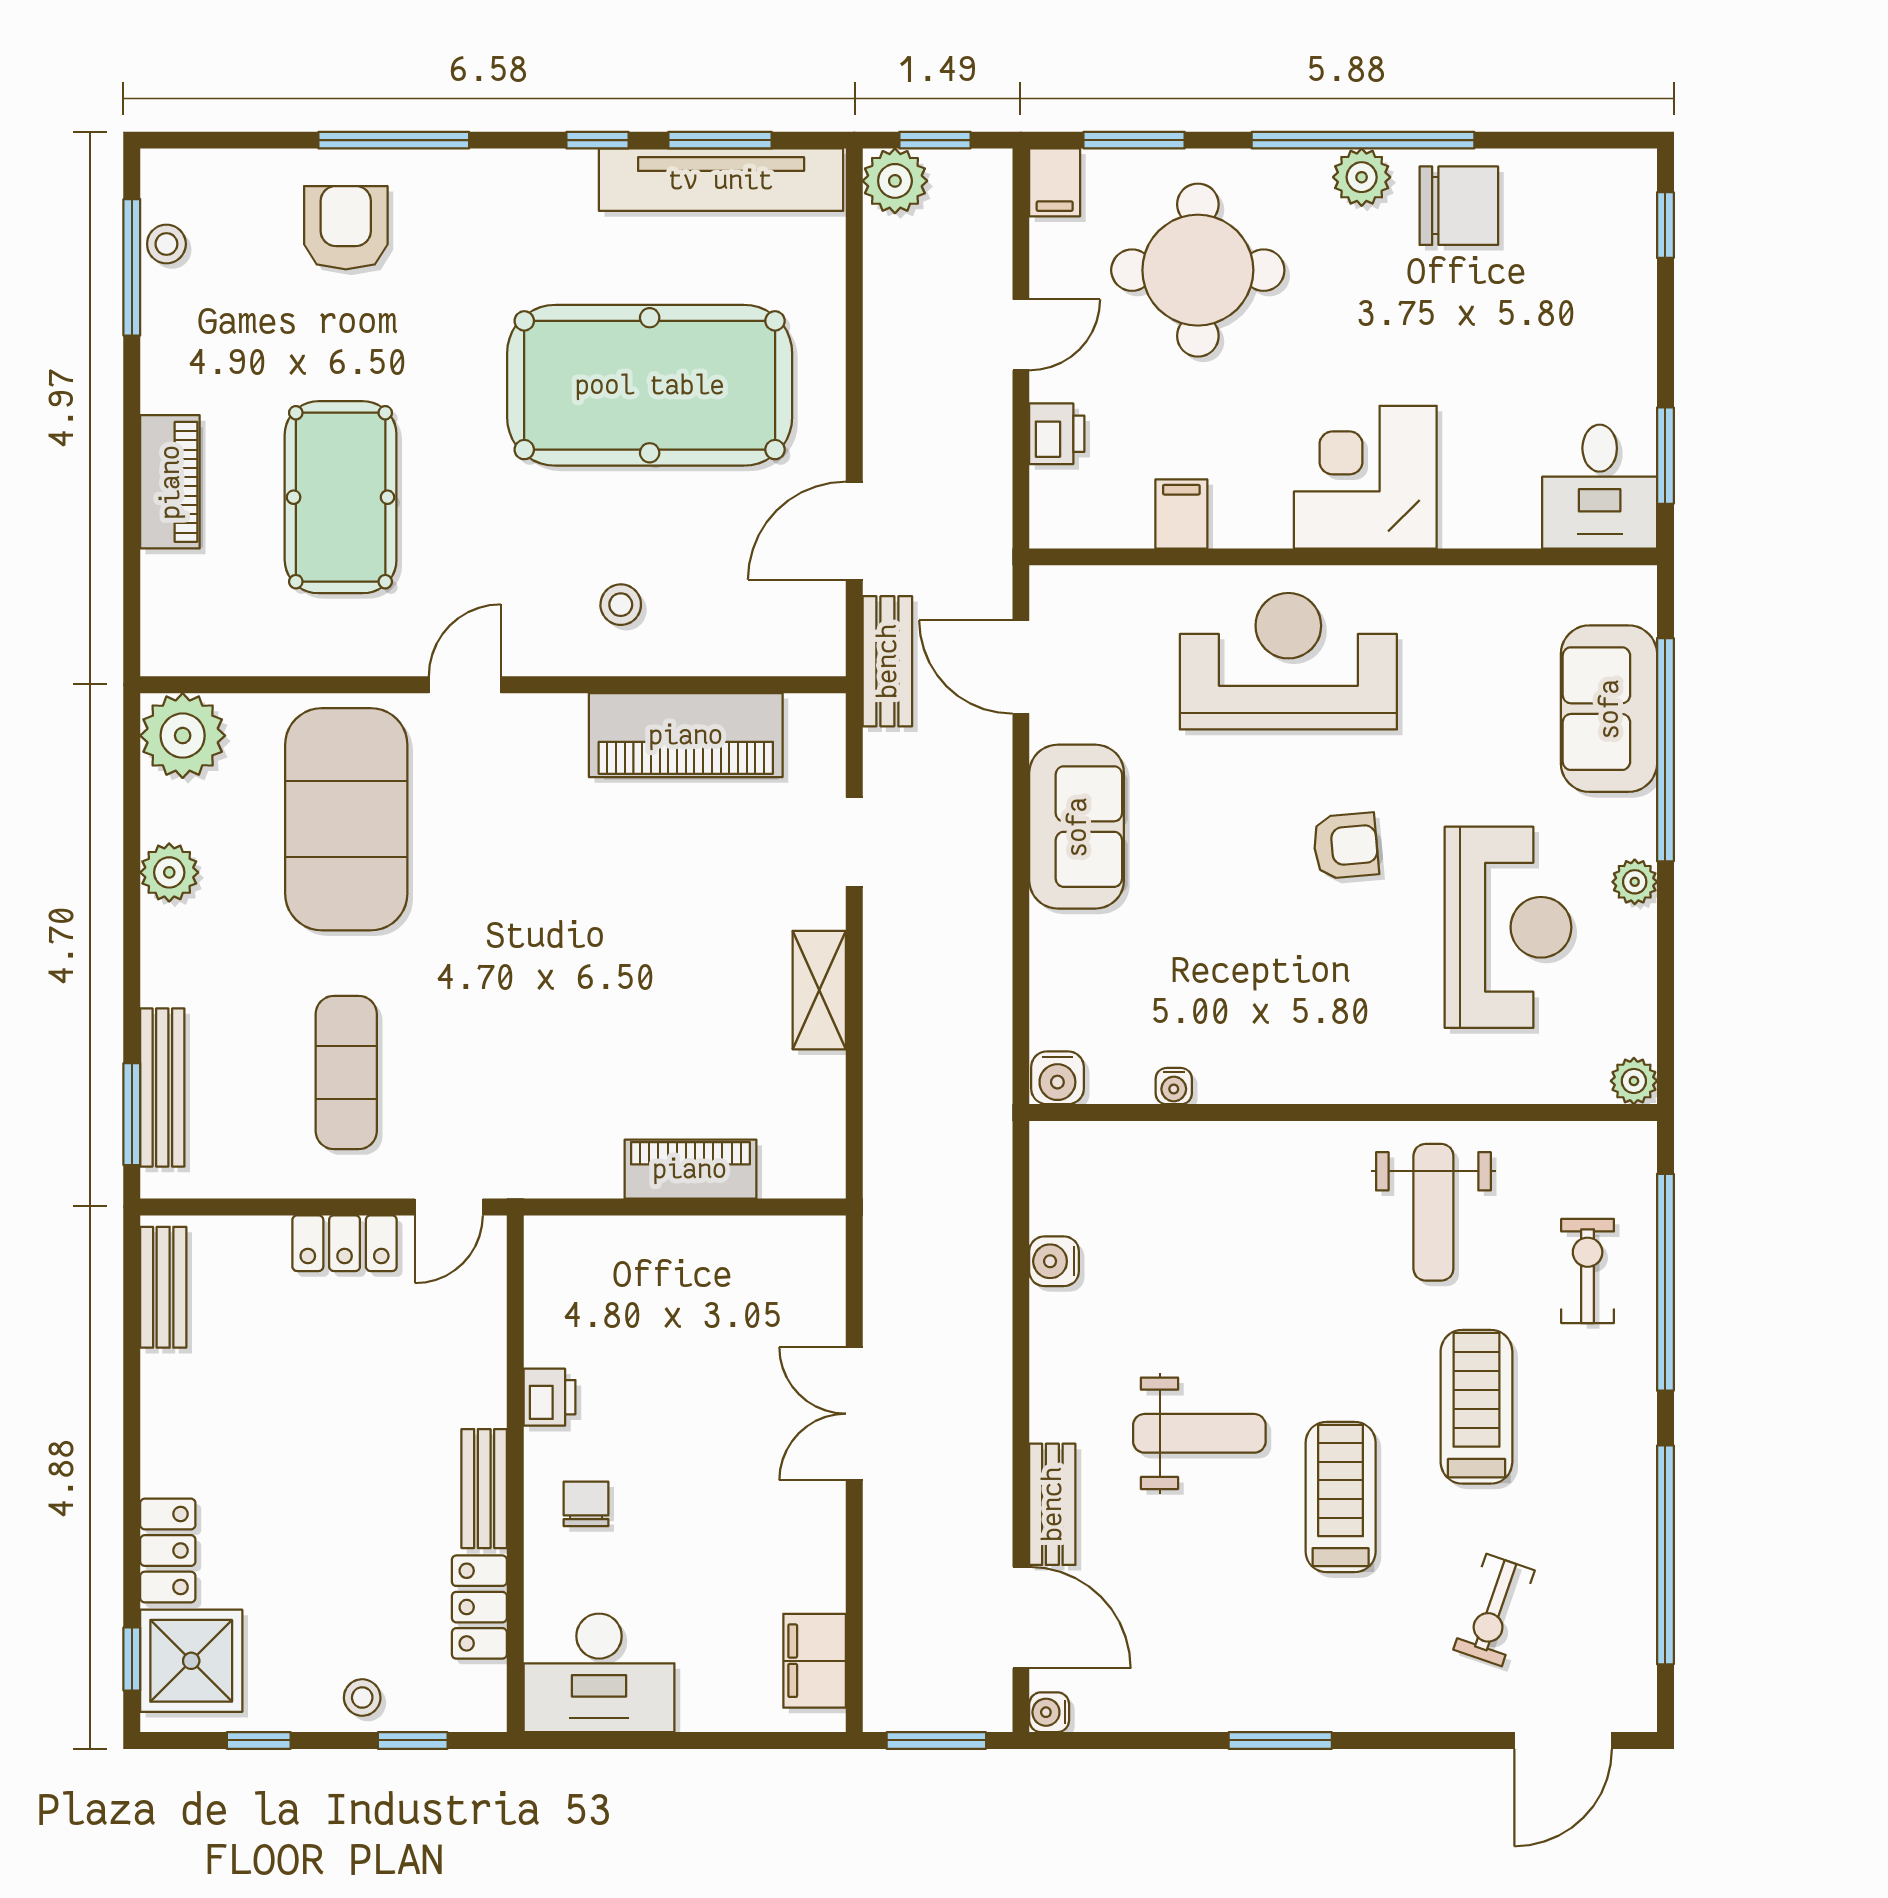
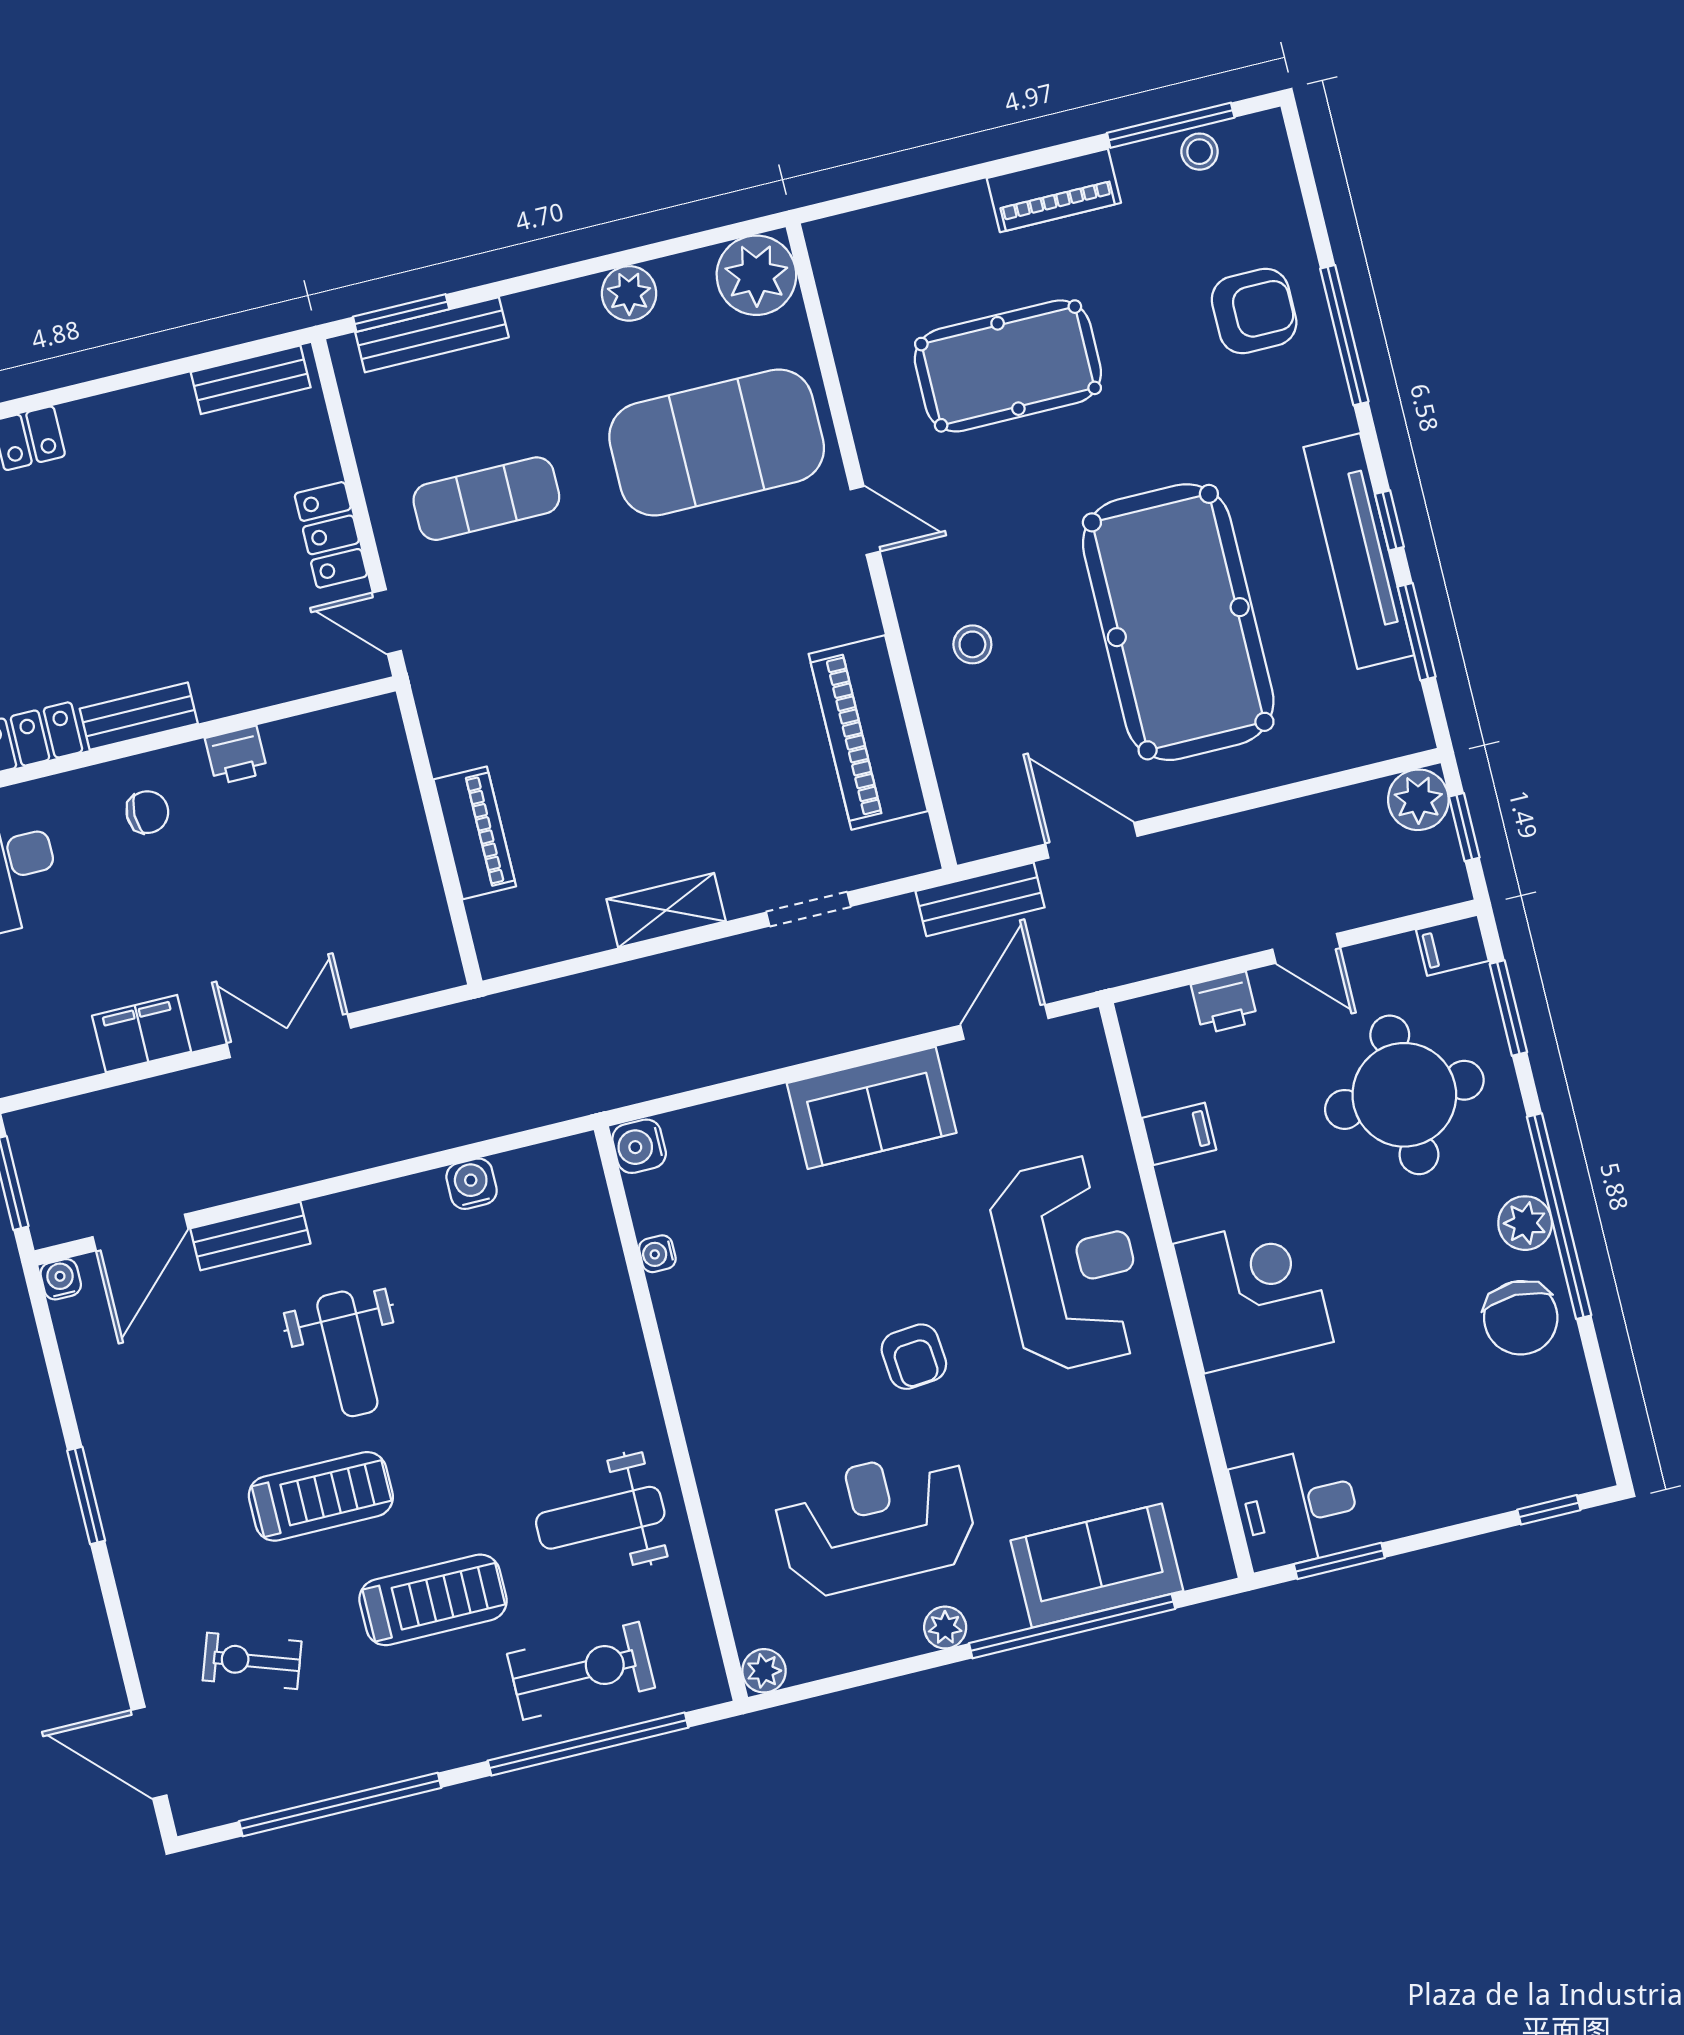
tv unit: (721, 180) -> (1359, 551), moved
piano: (170, 482) -> (1054, 190), moved
reception desk: (1508, 927) -> (876, 1522), turned 180
exercise bike: (1588, 1271) -> (581, 1671), width x1.38, depth x1.39
filing cabinet: (815, 1661) -> (141, 1034), moved

